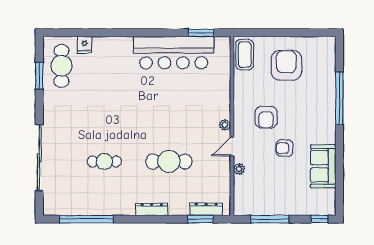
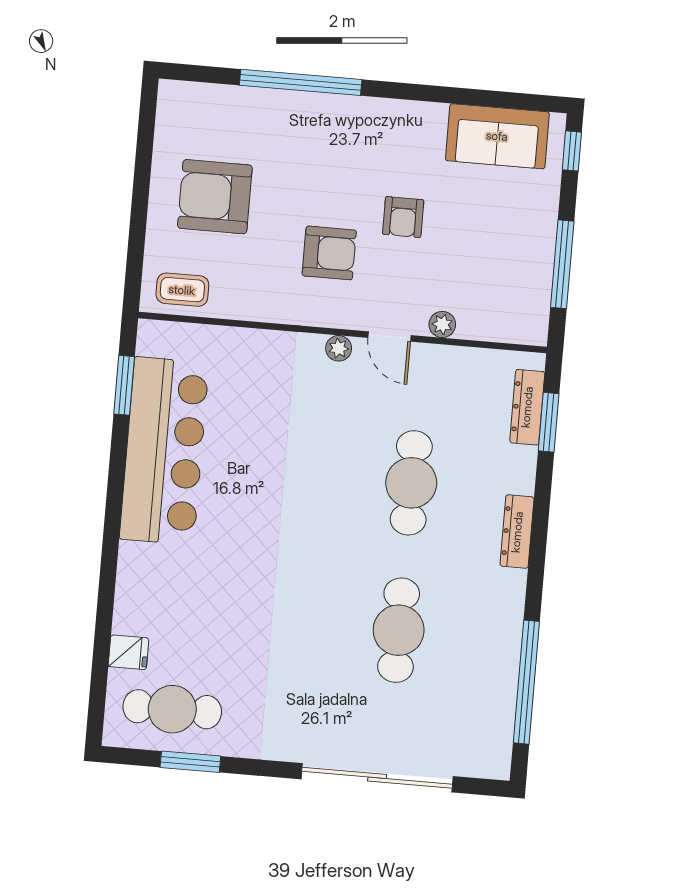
coffee table: (245, 55) -> (182, 290), width x0.73, depth x0.77
cafe table: (104, 161) -> (399, 630), width x1.37, depth x1.35
sofa: (323, 166) -> (497, 136), moved

